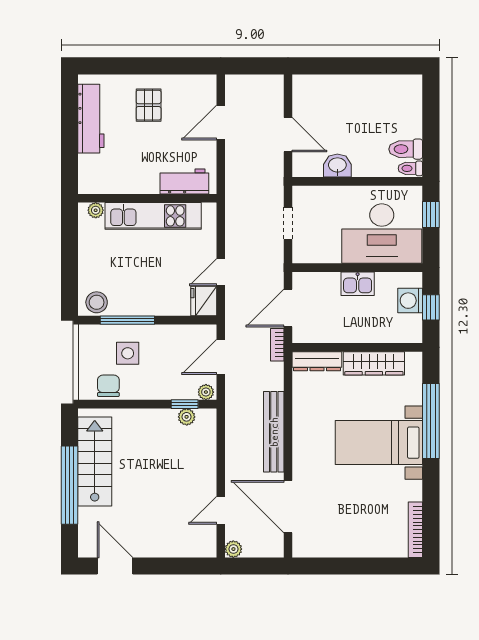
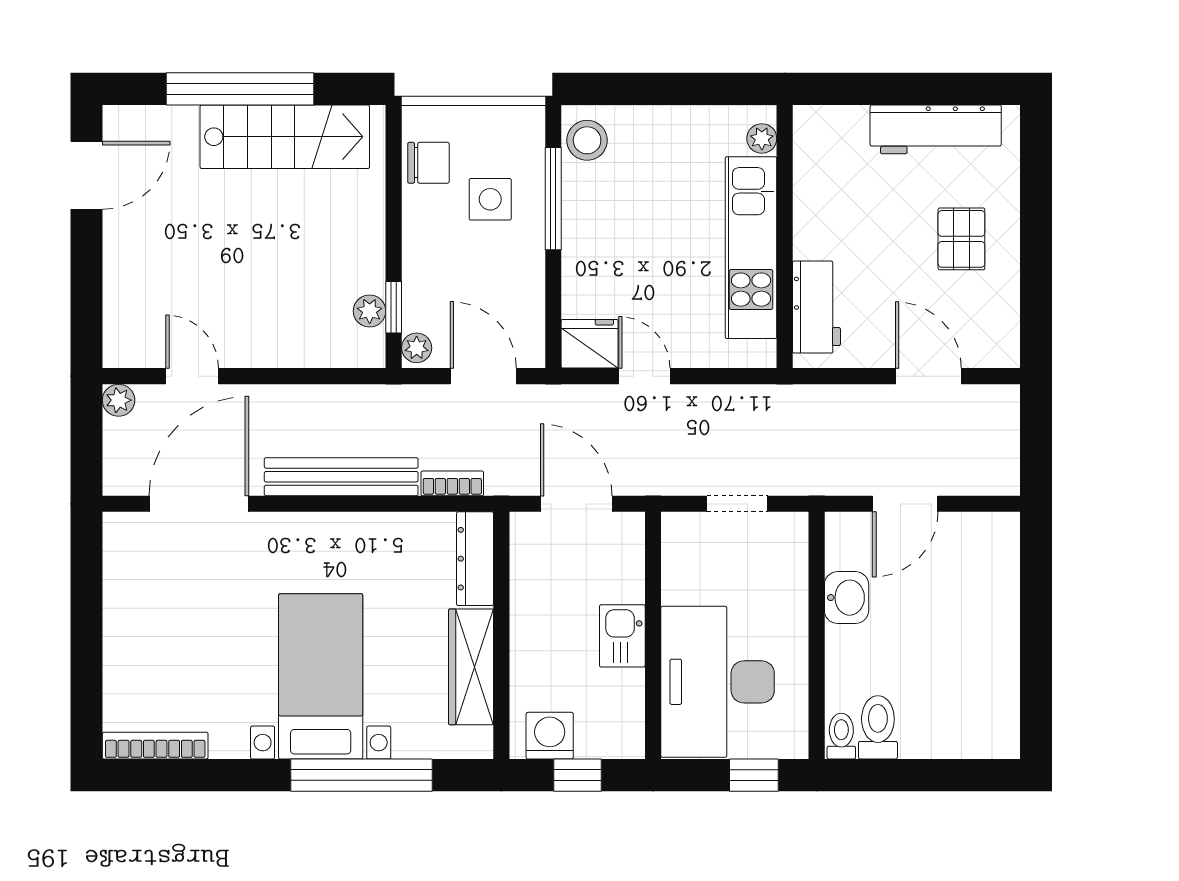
pallet: (149, 105) -> (961, 239), turned 90
washing machine: (410, 301) -> (550, 736), moved
bookcase: (277, 345) -> (452, 483), moved

